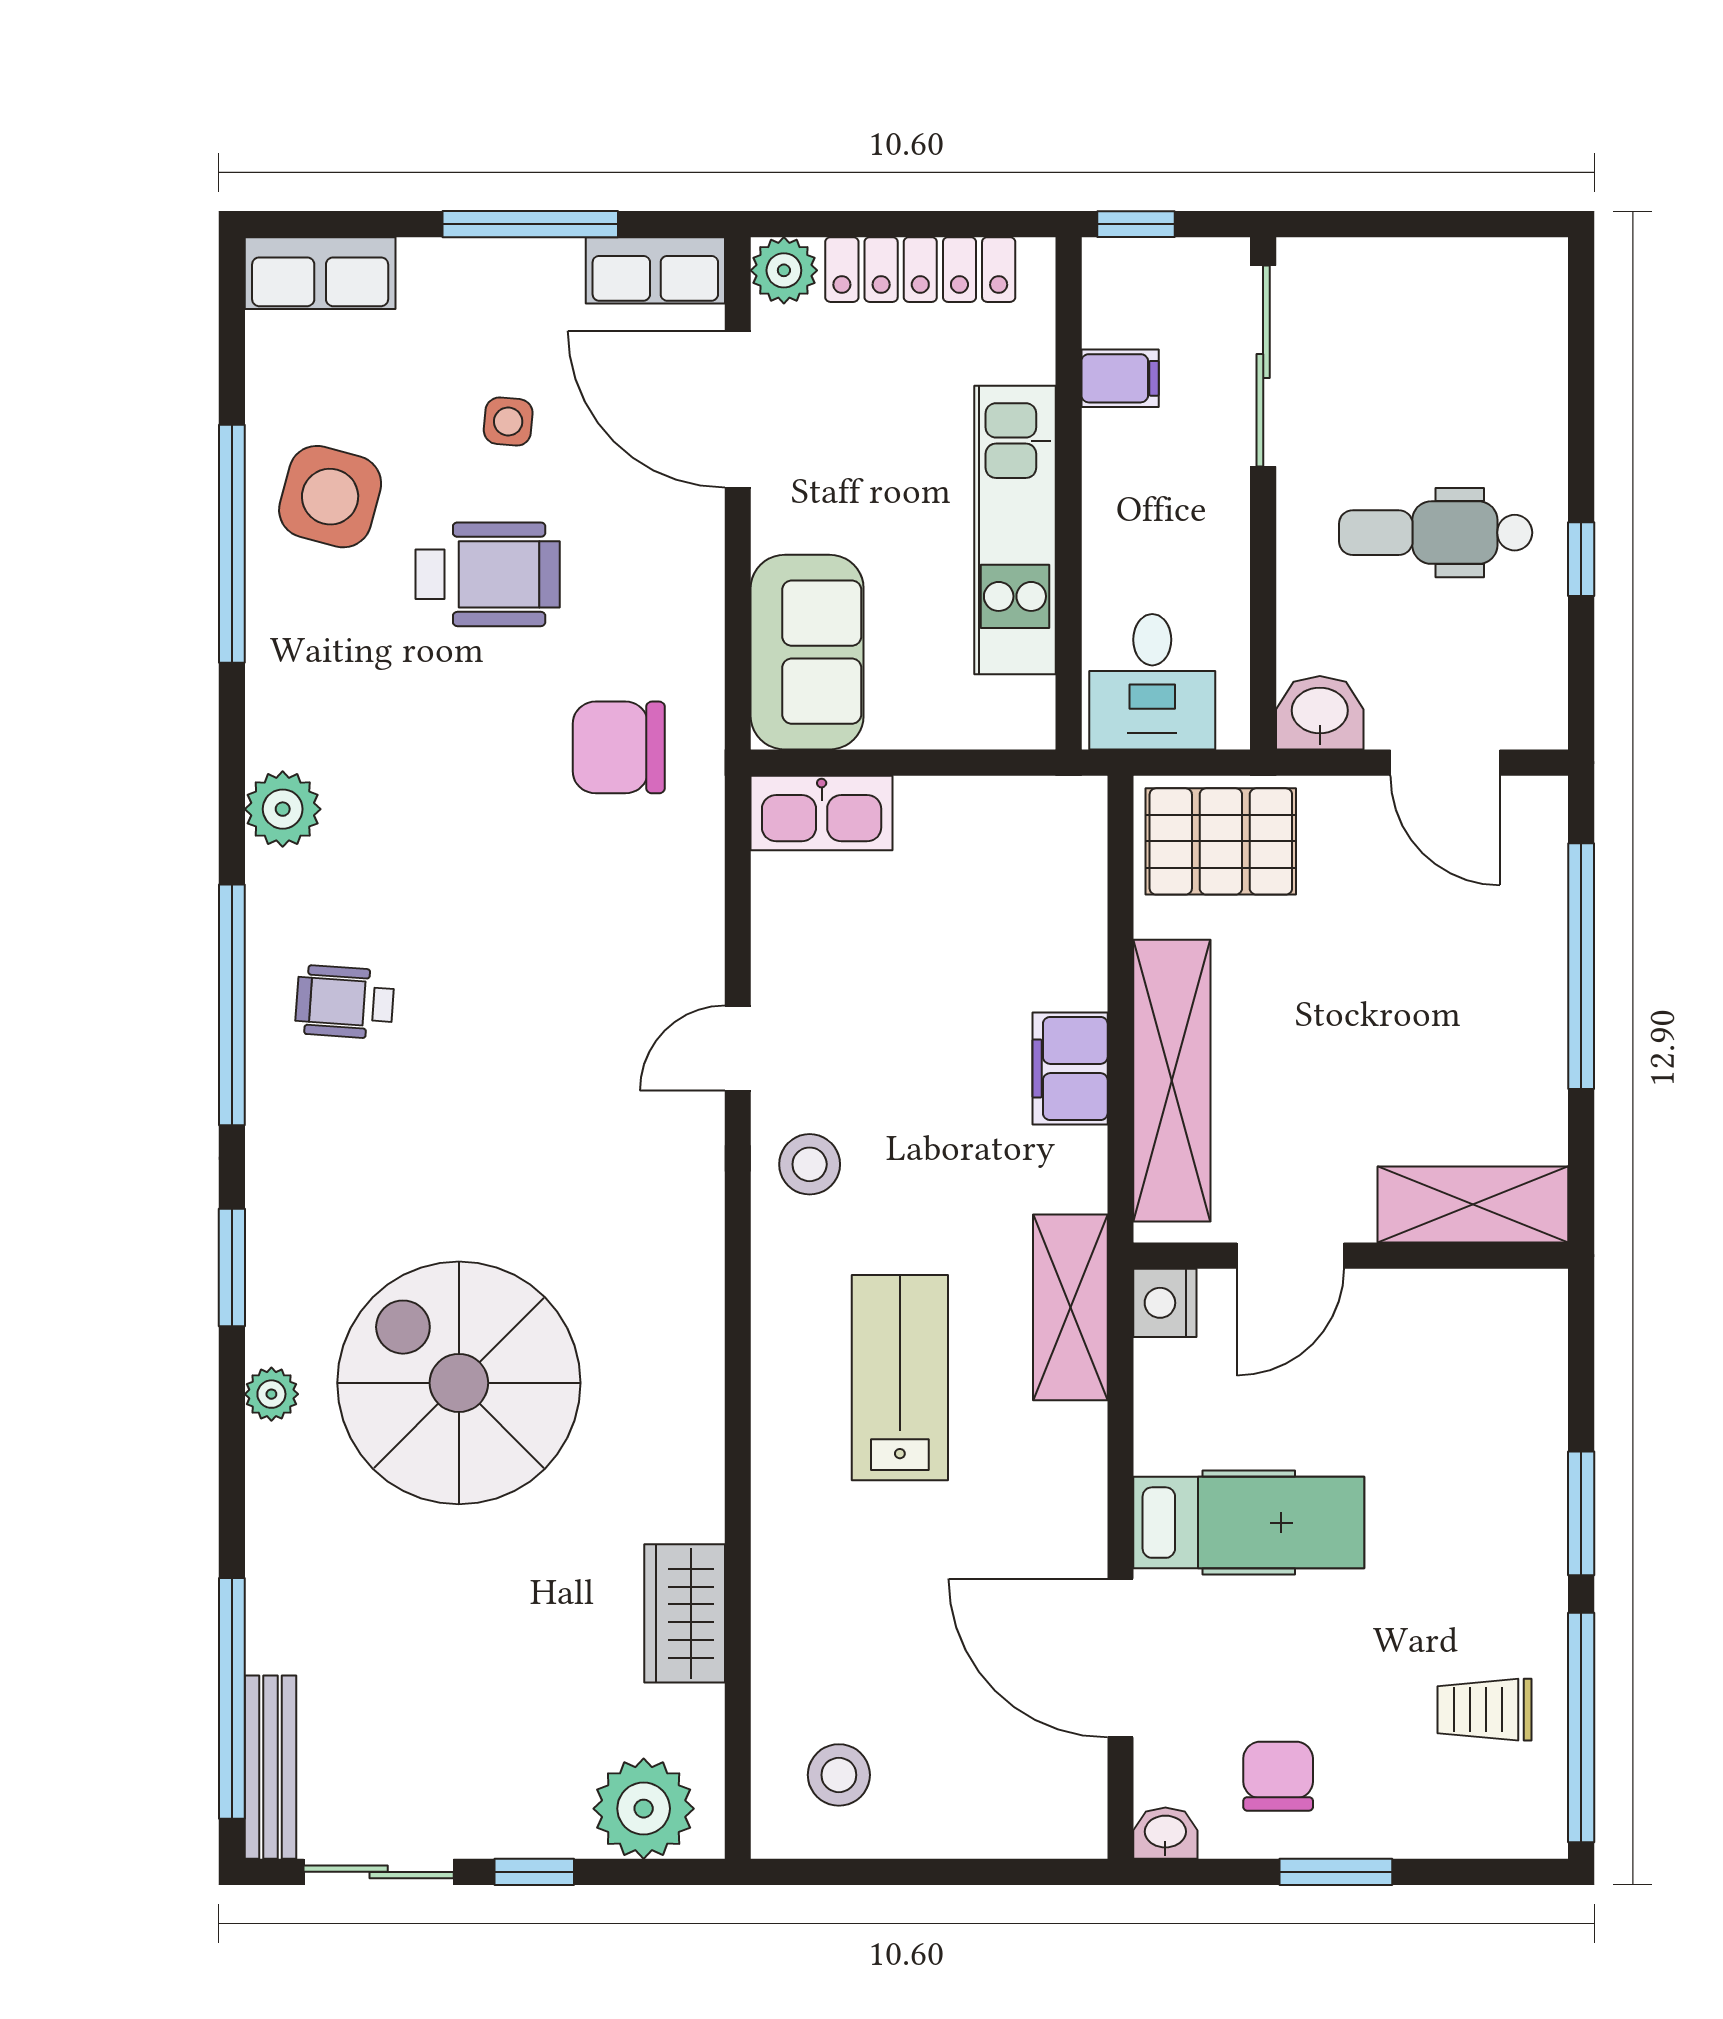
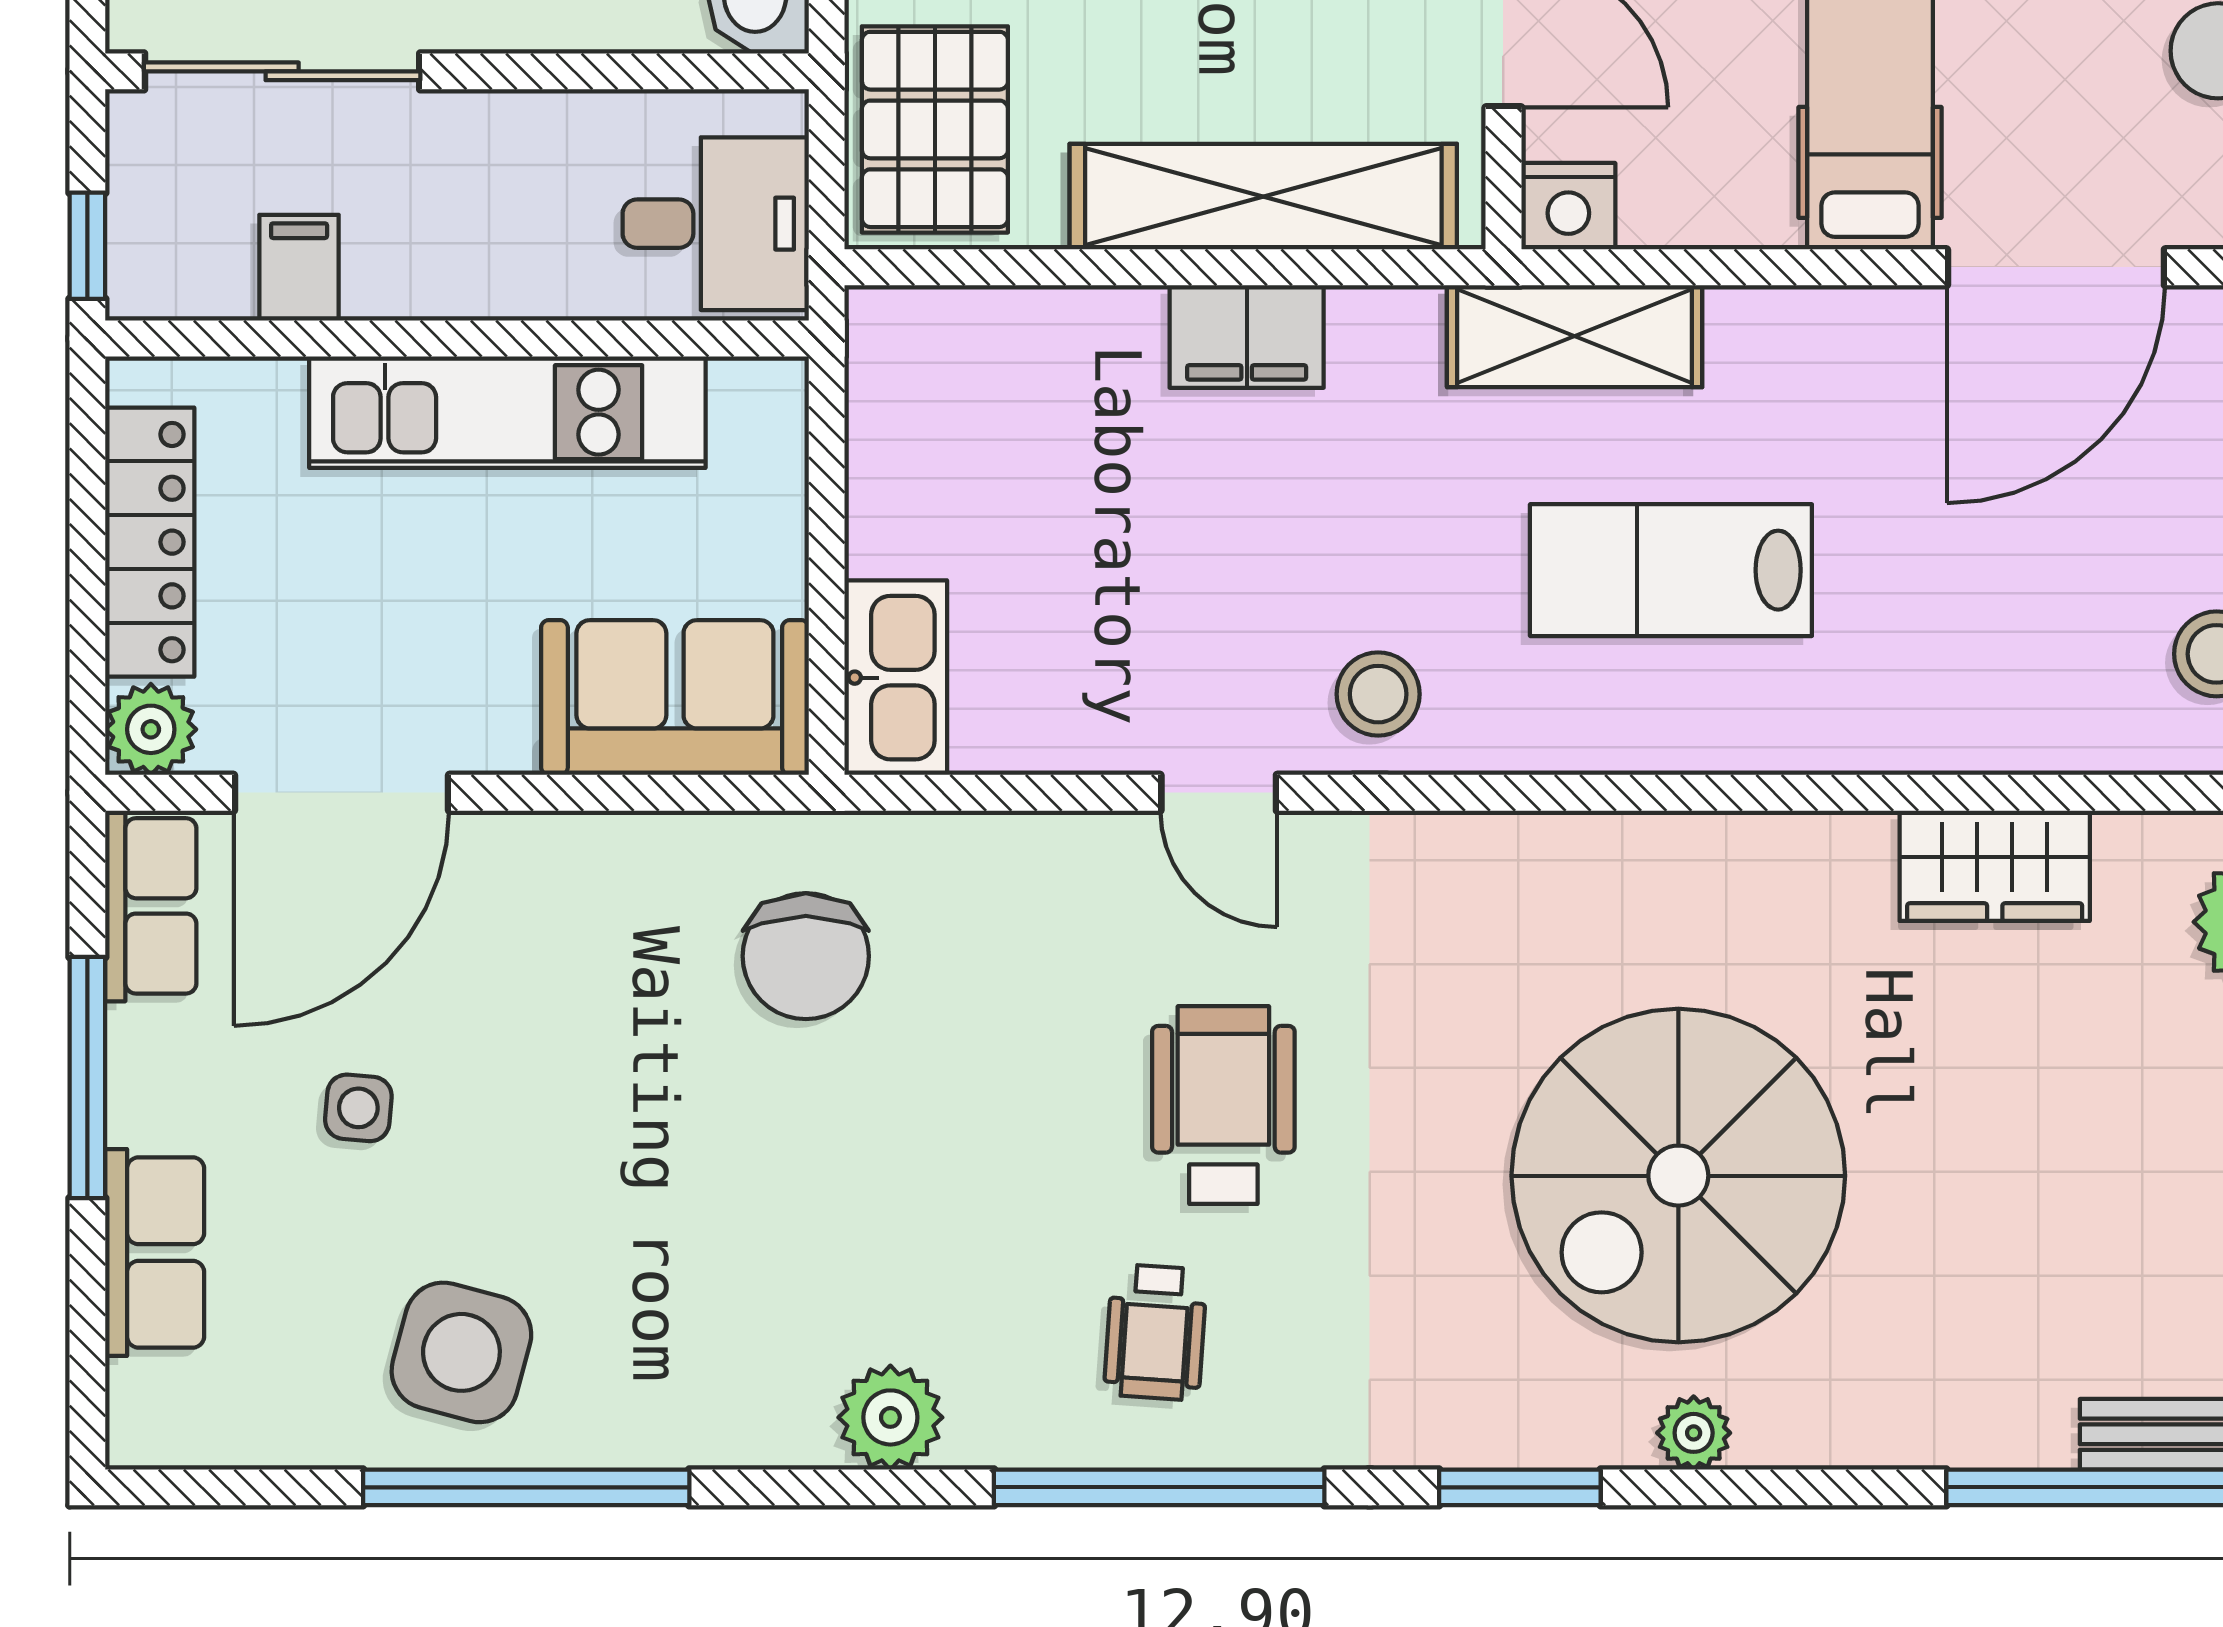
row of seats: (320, 273) -> (155, 1253), moved
wheelchair: (488, 574) -> (1223, 1105), moved

